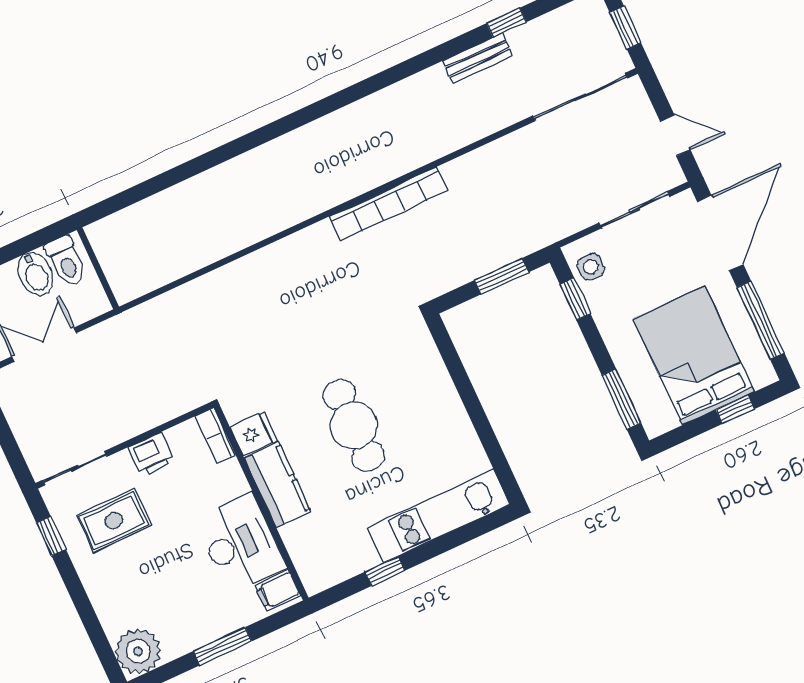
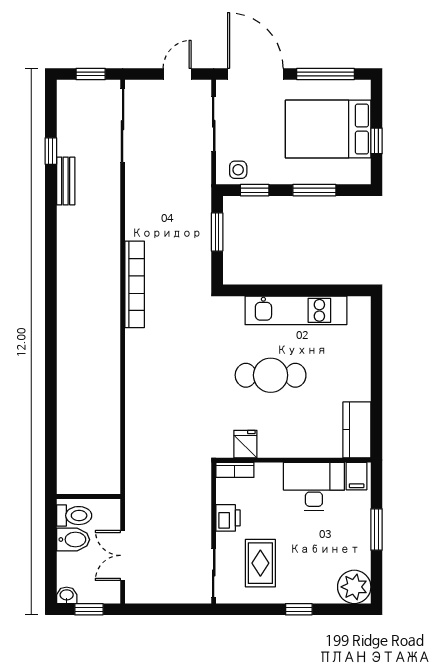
window: (621, 399) -> (314, 190), moved
window: (735, 409) -> (377, 141), moved
kitchen counter: (278, 485) -> (357, 430), moved, turned -90
kitchen unit: (438, 516) -> (296, 310), moved, turned -90
window: (51, 536) -> (299, 609), moved
window: (385, 571) -> (377, 399), removed

